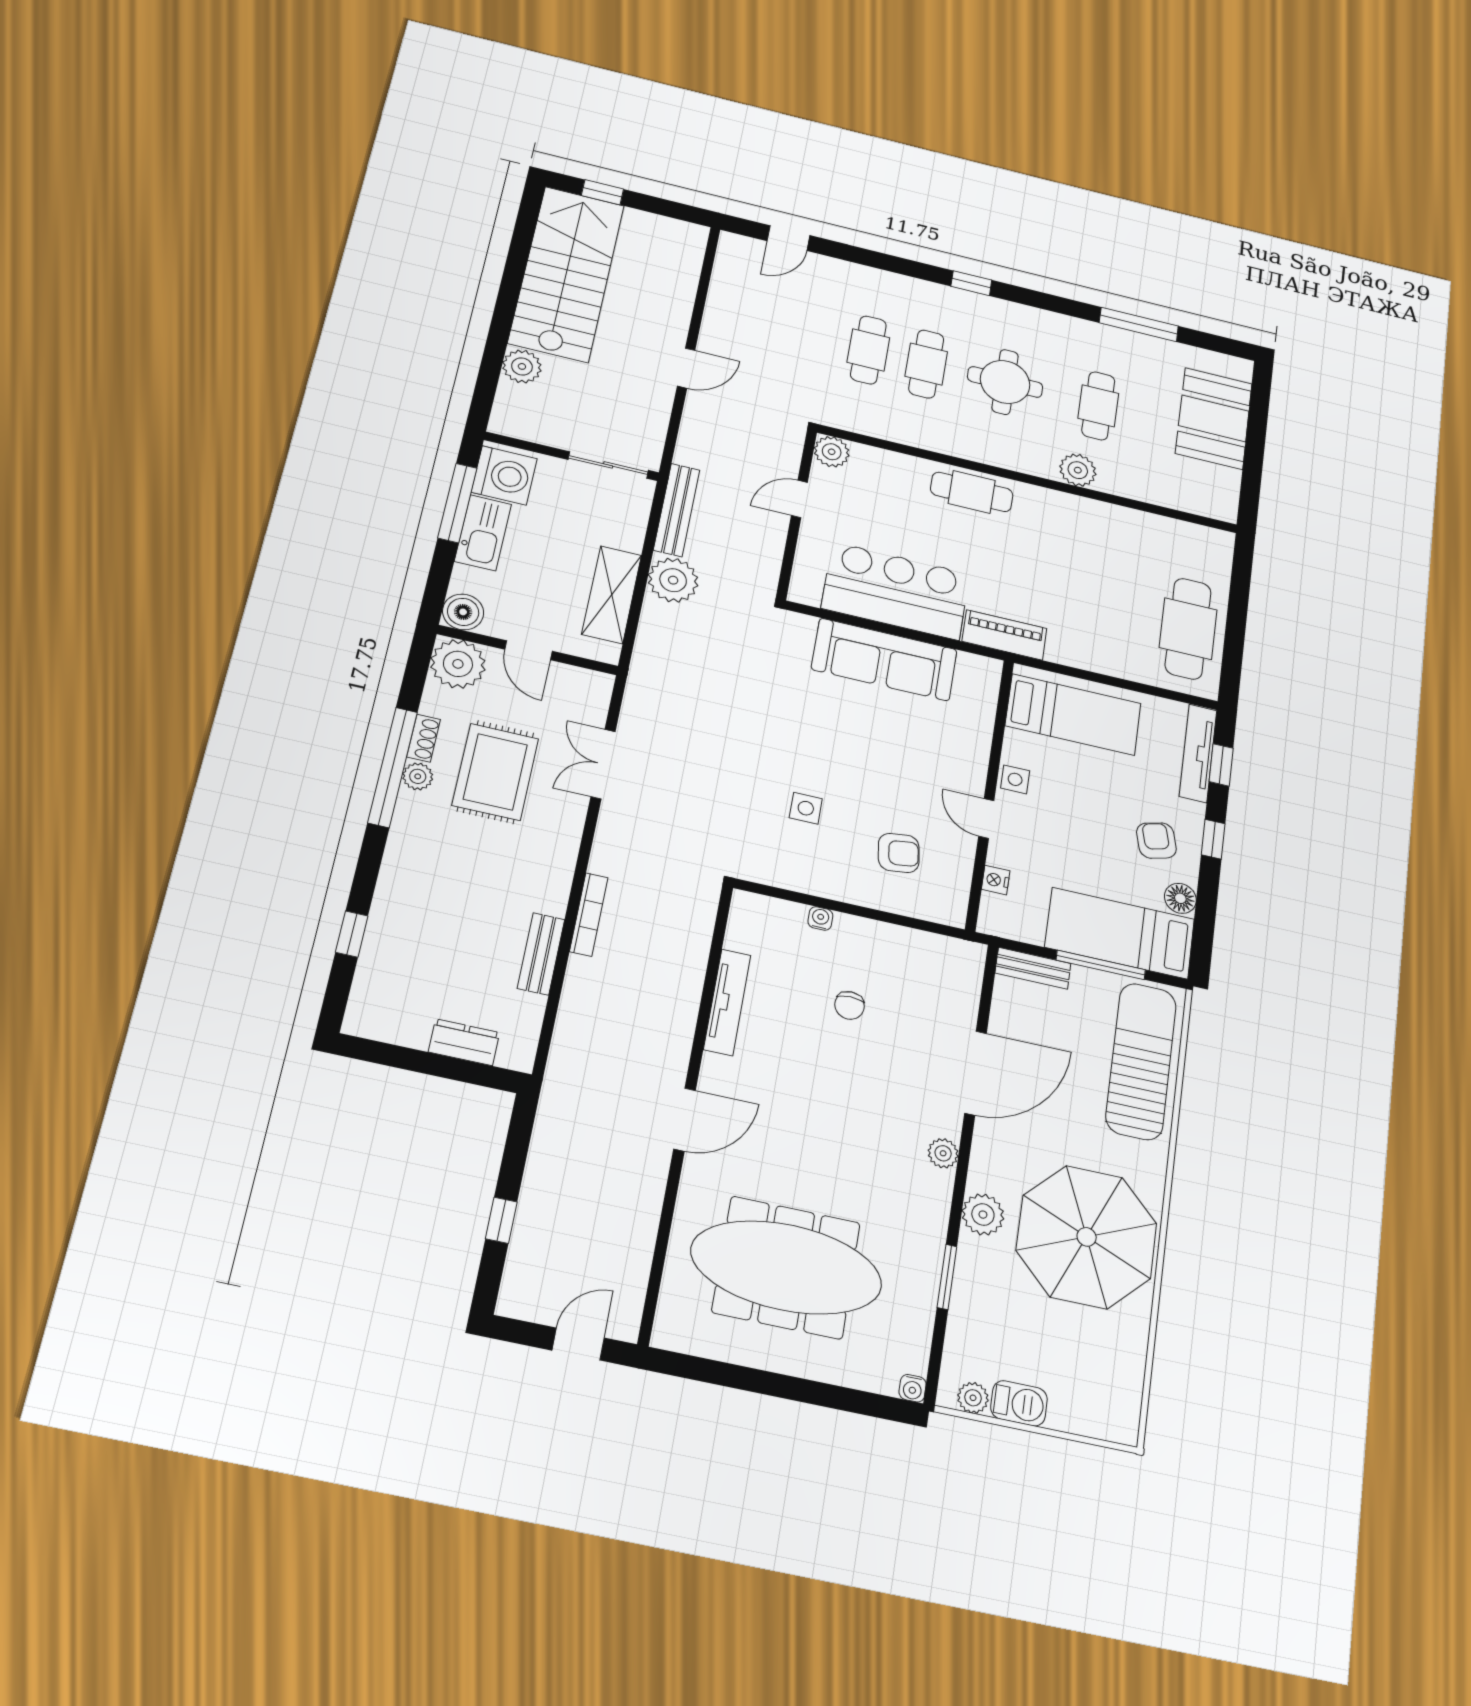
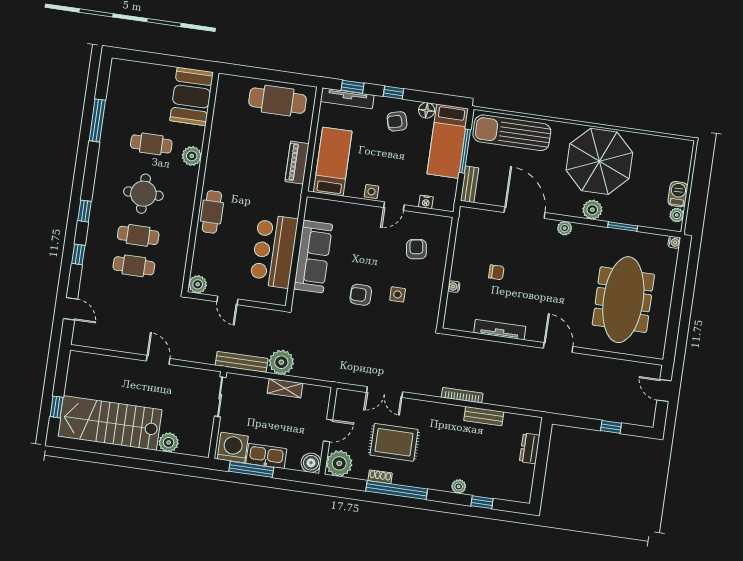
window: (890, 263) -> (78, 254), added
booth: (1214, 418) -> (192, 96), moved, turned 90
shelving: (612, 595) -> (285, 388), width x0.67, depth x0.75
piano: (1004, 635) -> (297, 163), moved
armchair: (806, 739) -> (361, 295), added
plant: (418, 776) -> (459, 486), moved

